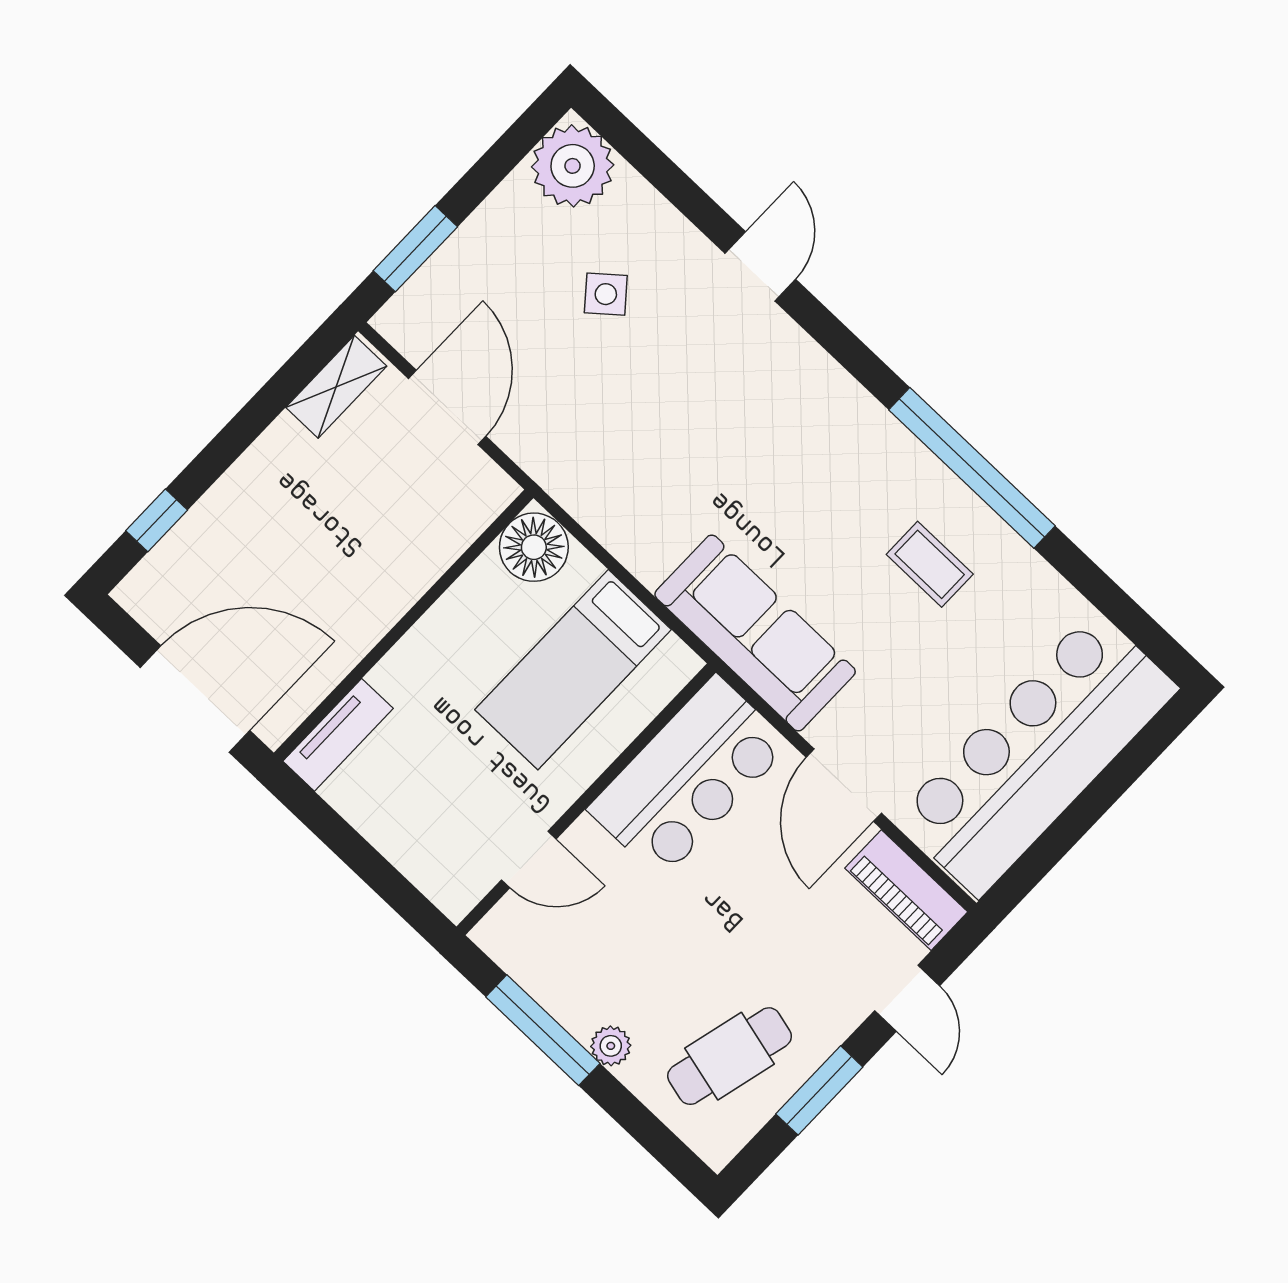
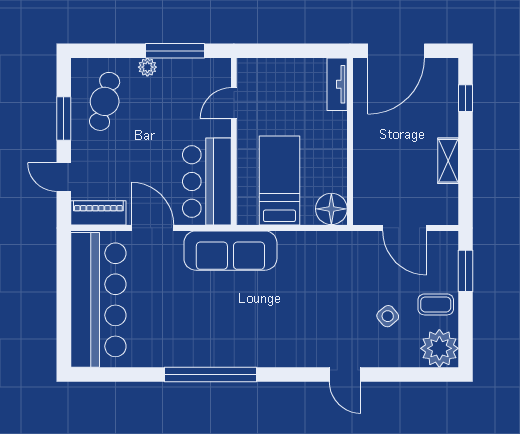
shelving: (336, 387) -> (448, 161), moved
coffee table: (930, 564) -> (436, 304), moved

